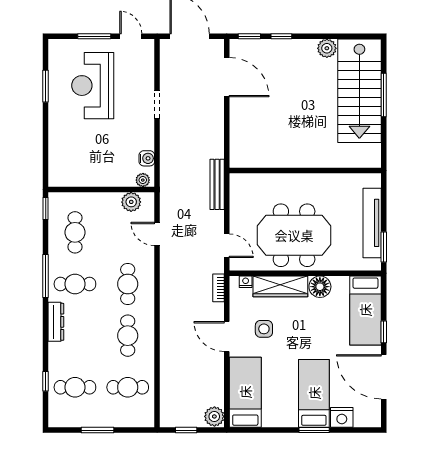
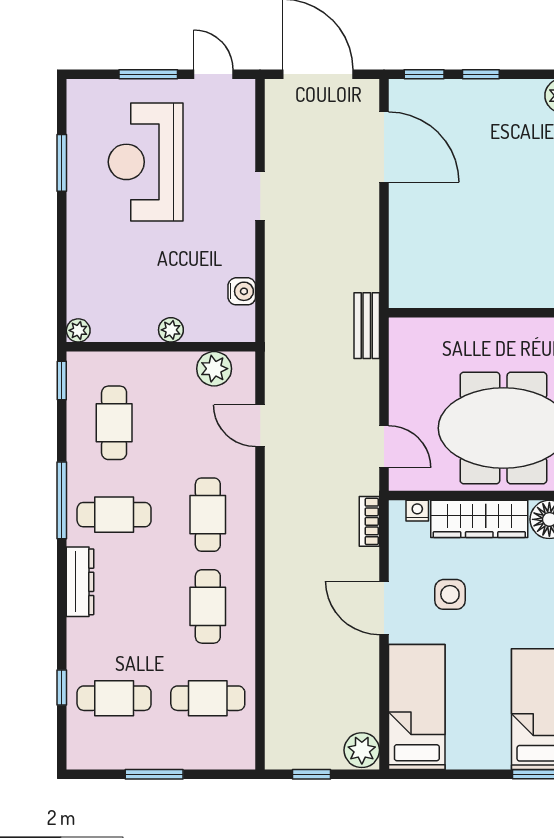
plant: (55, 180) -> (78, 330), added
plant: (143, 180) -> (171, 330), moved
bench: (217, 184) -> (367, 326), width x0.73

